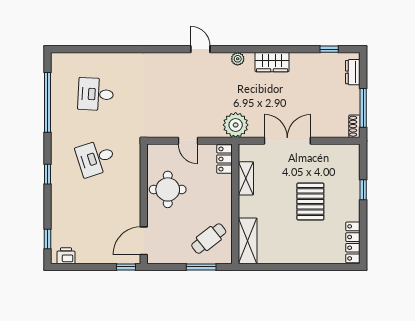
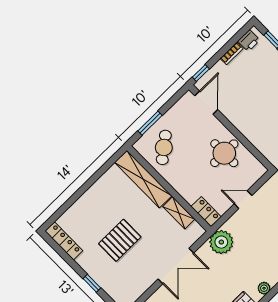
pallet: (310, 202) -> (120, 240), turned 90
shelving: (248, 241) -> (143, 179), width x1.47
bookcase: (88, 259) -> (232, 53), added

